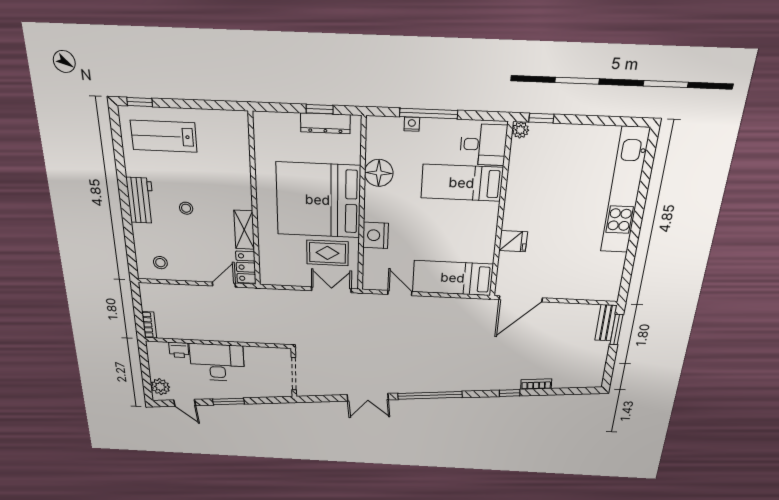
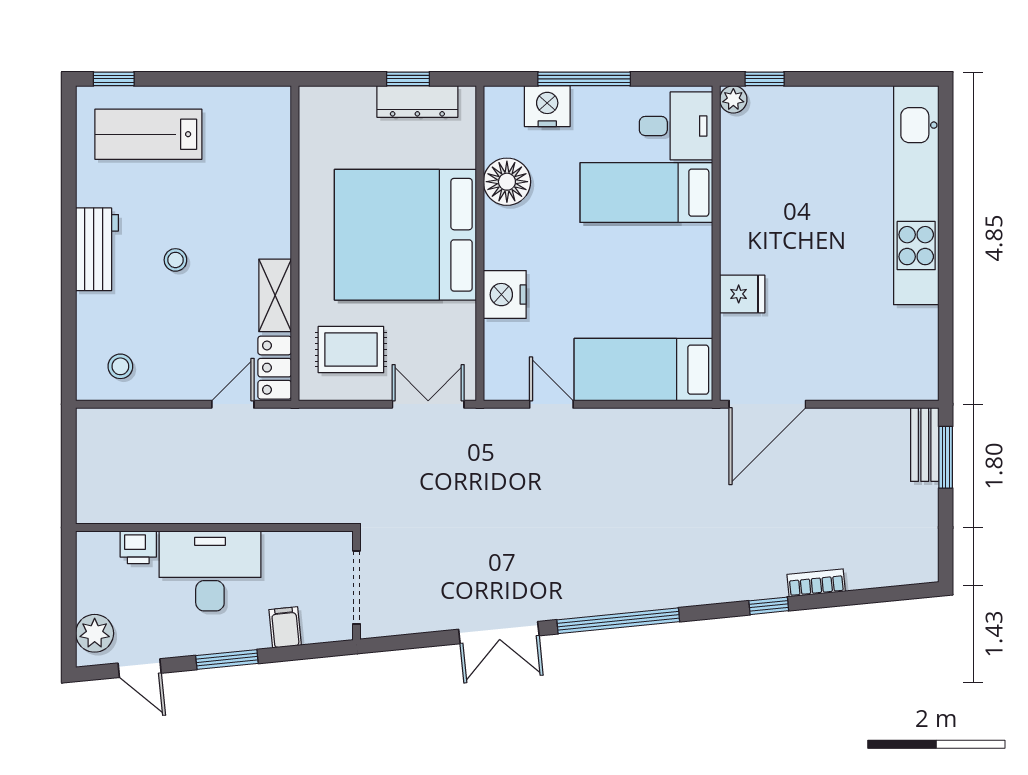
nightstand: (412, 124) -> (547, 106), width x1.89, depth x1.79
rug: (327, 253) -> (351, 350), moved
bookcase: (149, 325) -> (87, 496), removed
filing cabinet: (257, 389) -> (285, 627), added

